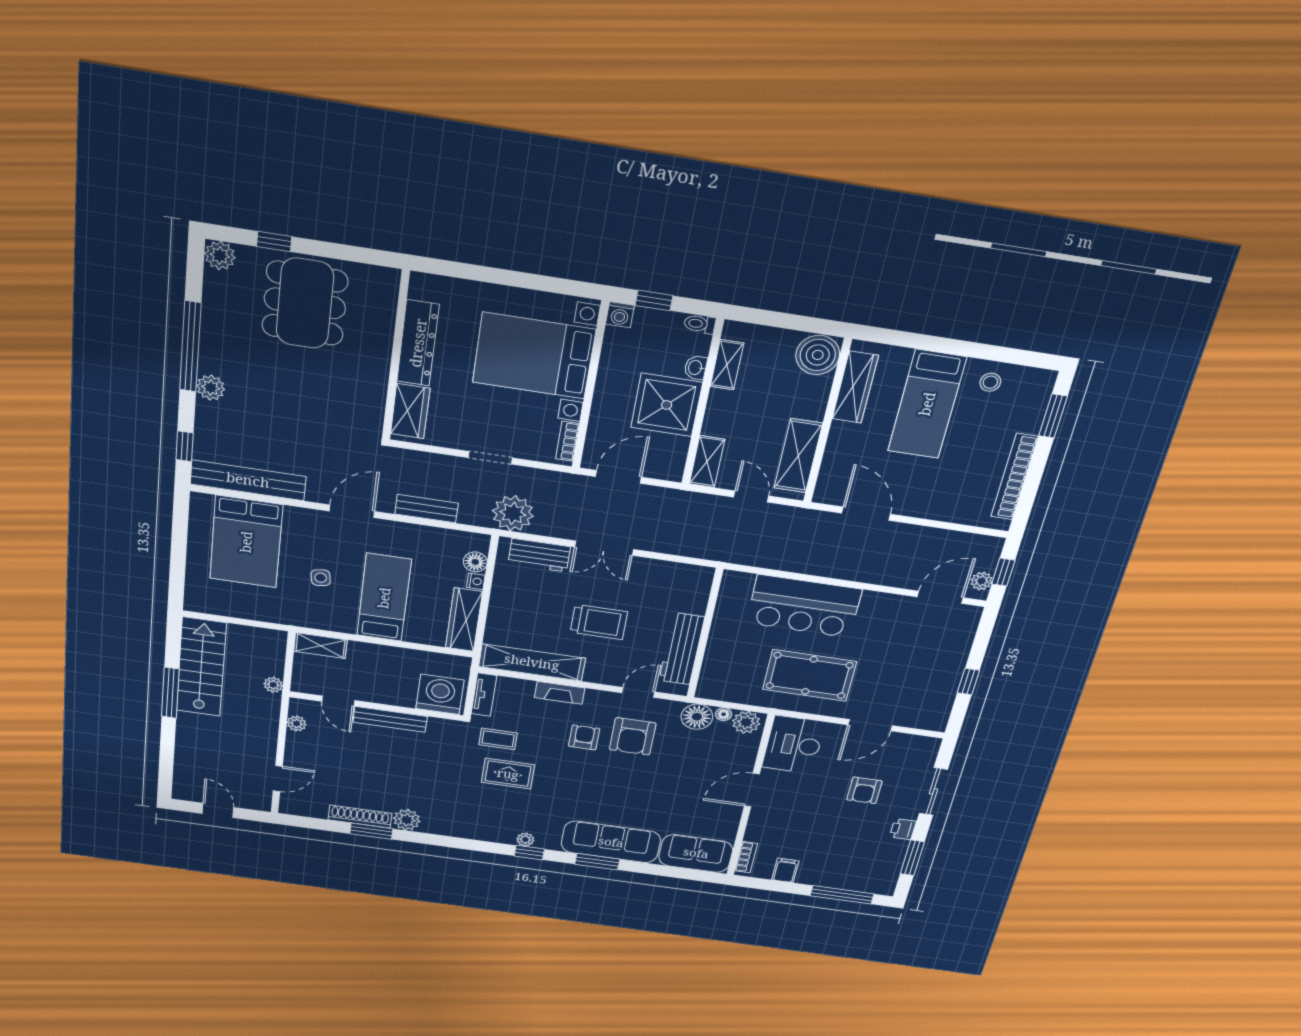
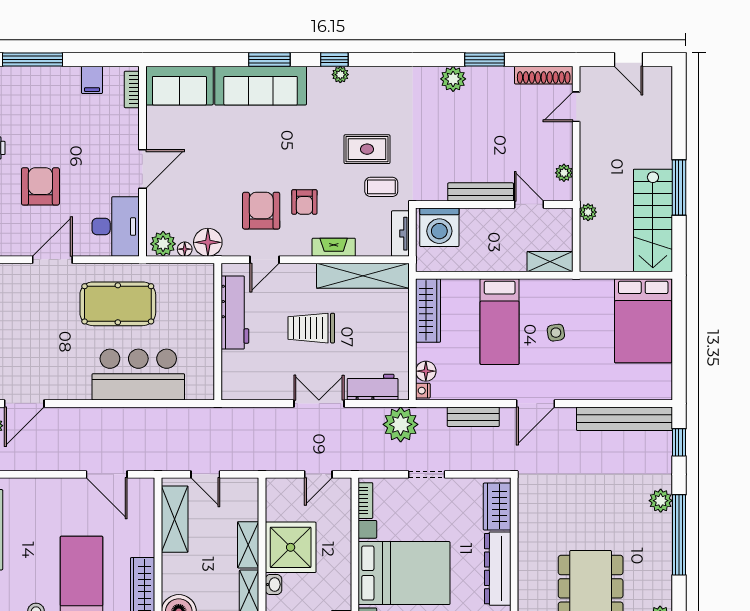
shelving: (707, 462) -> (248, 545), moved
door: (619, 477) -> (318, 474), width x0.73
bed: (246, 542) -> (643, 321), moved, turned 180
nightstand: (476, 581) -> (423, 391), moved
armchair: (864, 790) -> (40, 186), width x1.38, depth x1.38
shoe rack: (360, 817) -> (544, 75), moved

